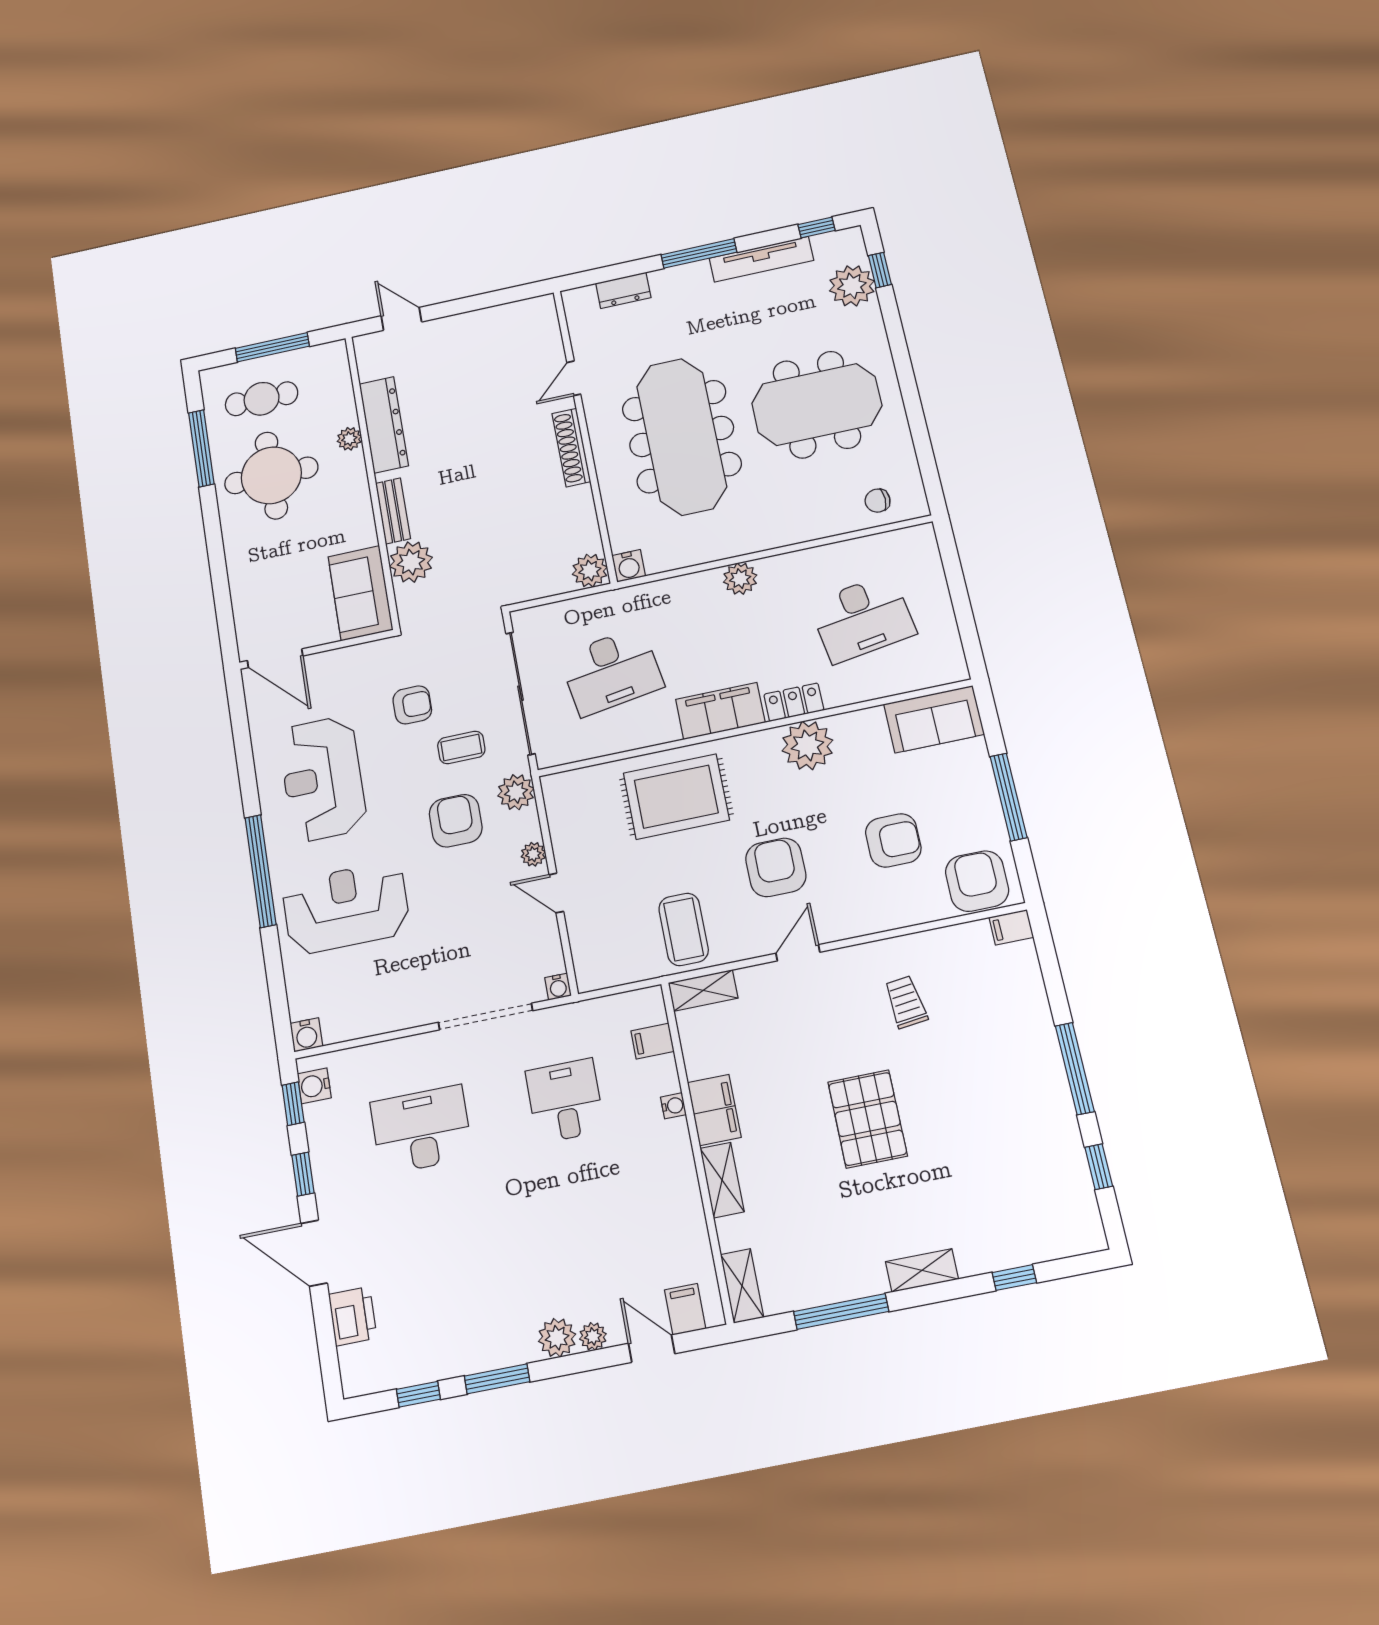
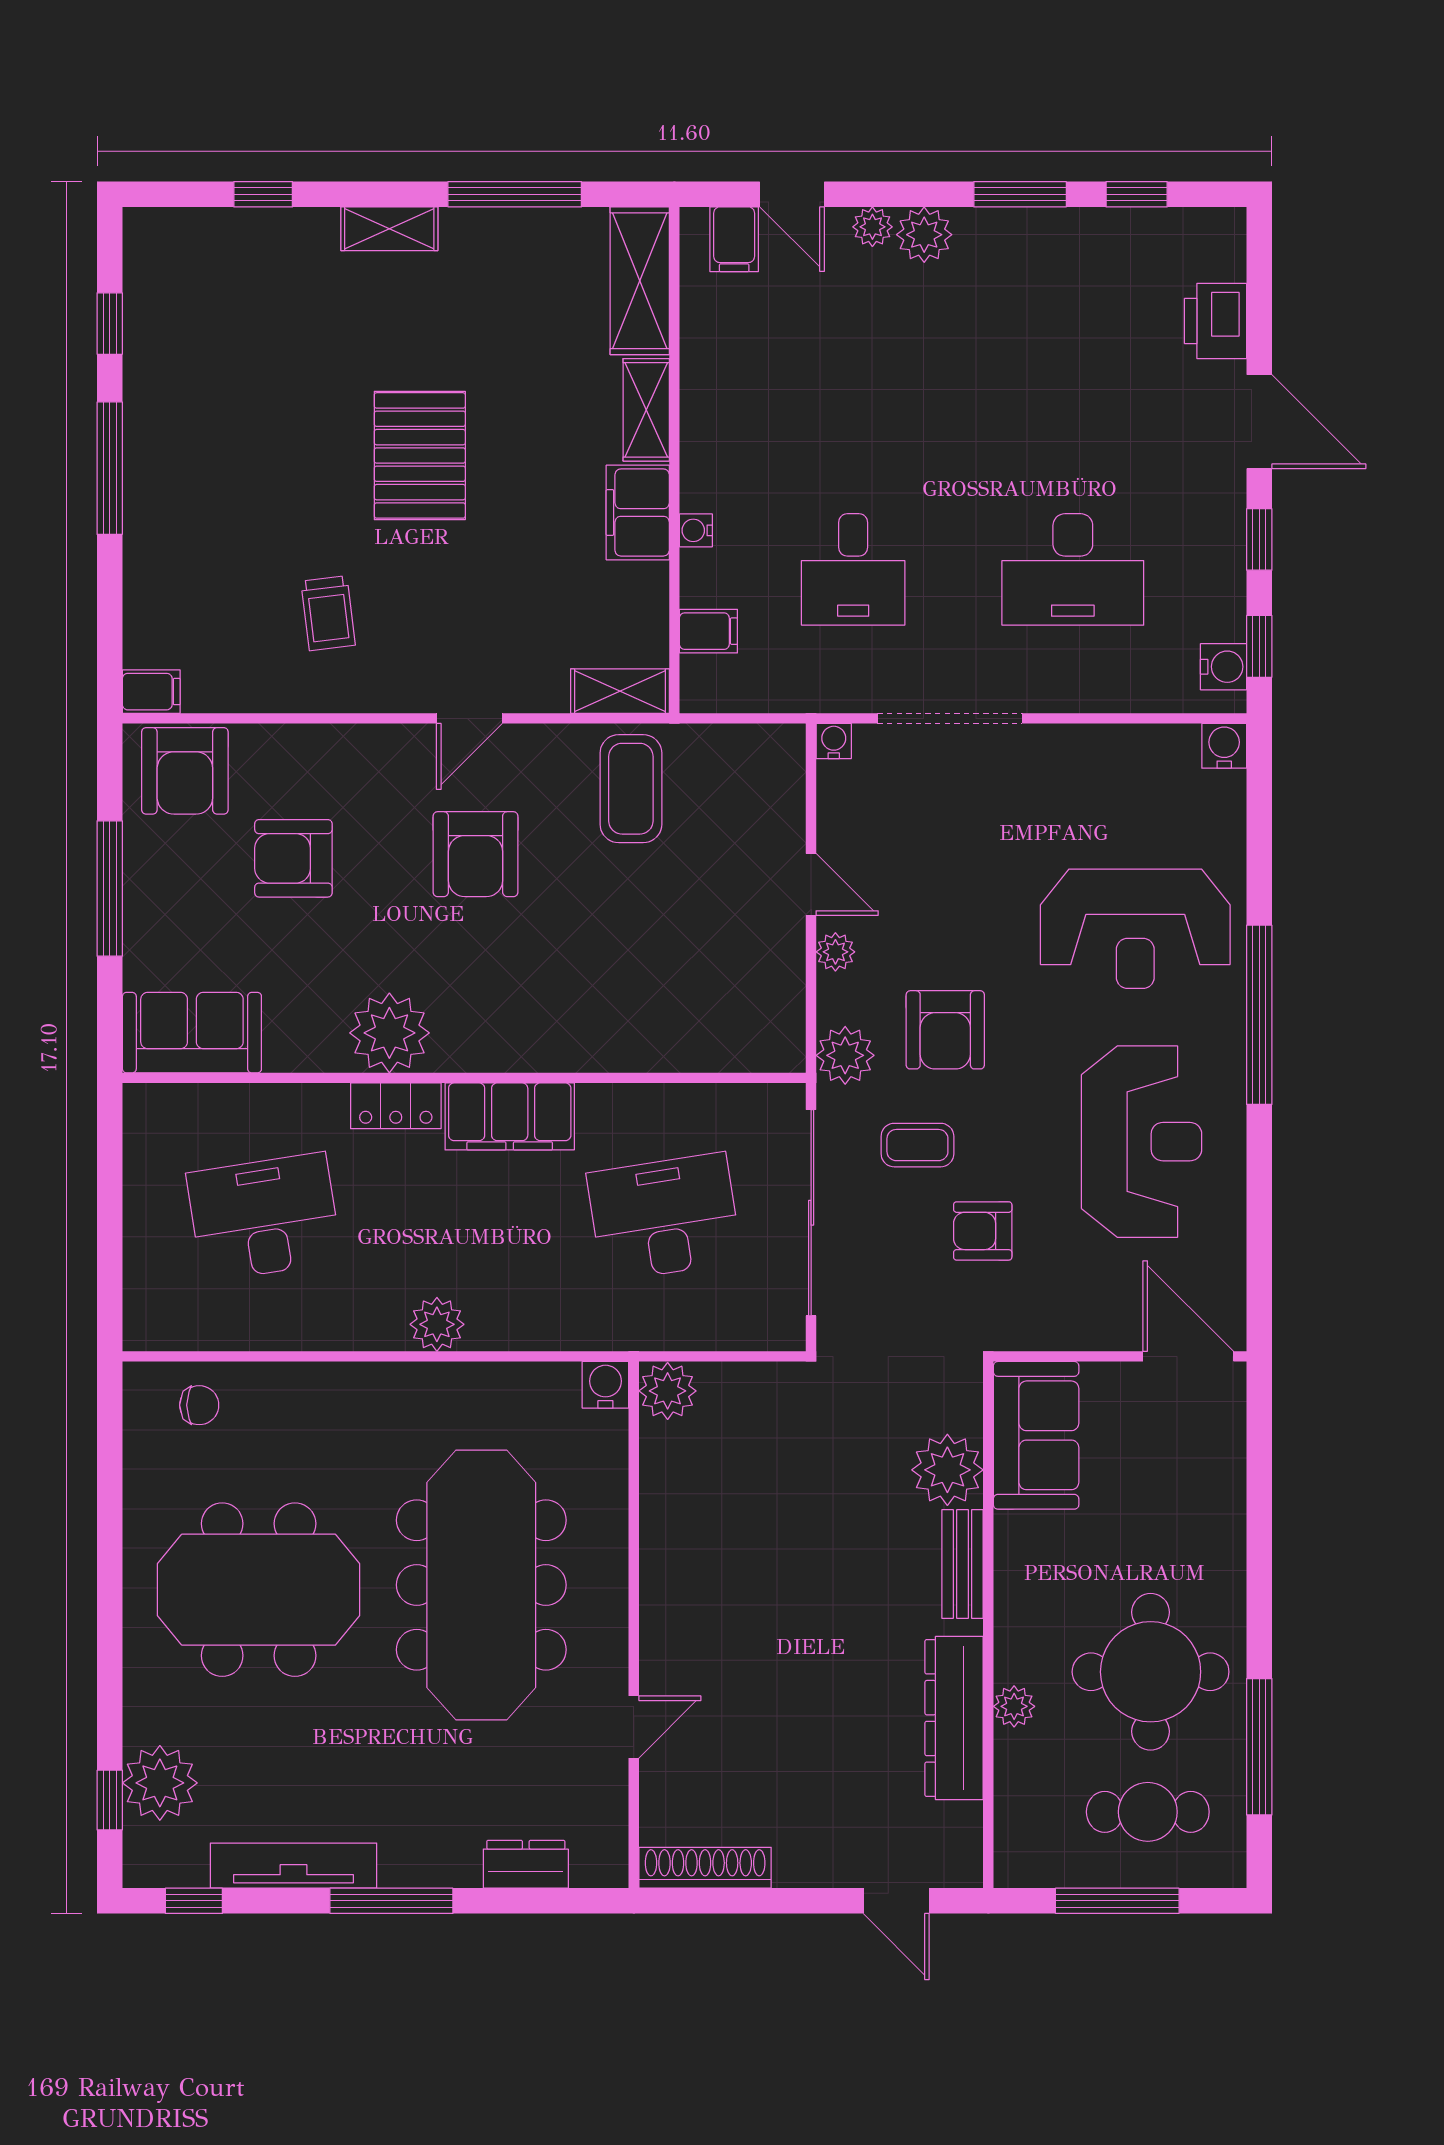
shoe rack: (571, 447) -> (705, 1868), moved, turned -90
rug: (676, 797) -> (603, 996), removed
shelving: (742, 1286) -> (640, 281), width x1.50, depth x1.33

